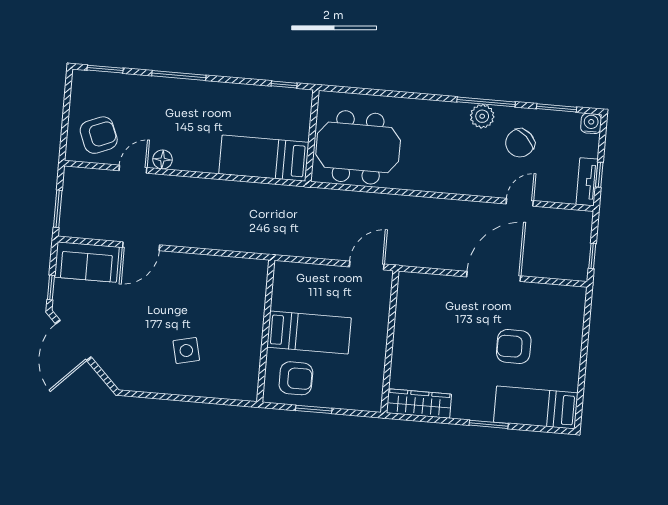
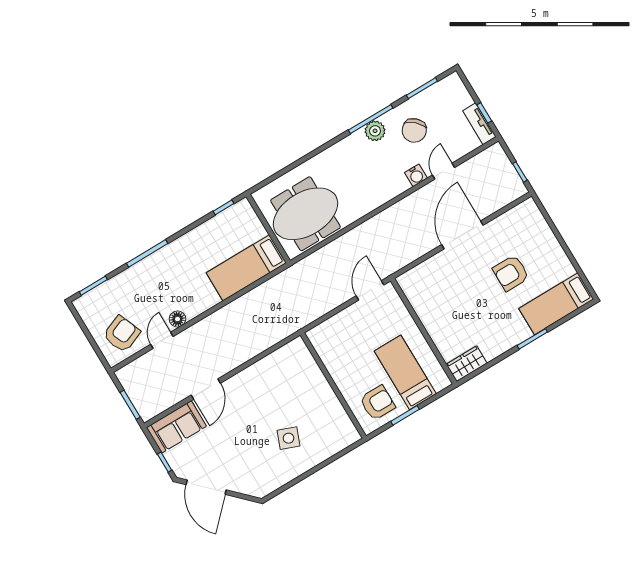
water cooler: (591, 123) -> (416, 175), moved, turned 180
bed: (309, 332) -> (405, 372), moved, turned -90
side table: (186, 351) -> (289, 438), turned 34
wardrobe: (419, 404) -> (467, 364), width x0.67

